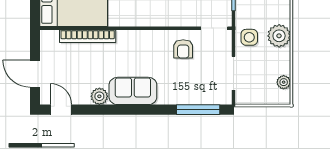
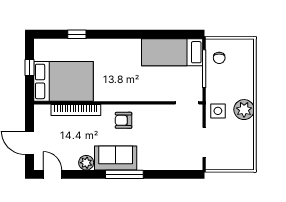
armchair: (183, 49) -> (124, 120), moved, turned 90
plant: (284, 82) -> (248, 150), removed
window: (198, 110) -> (124, 174), moved

